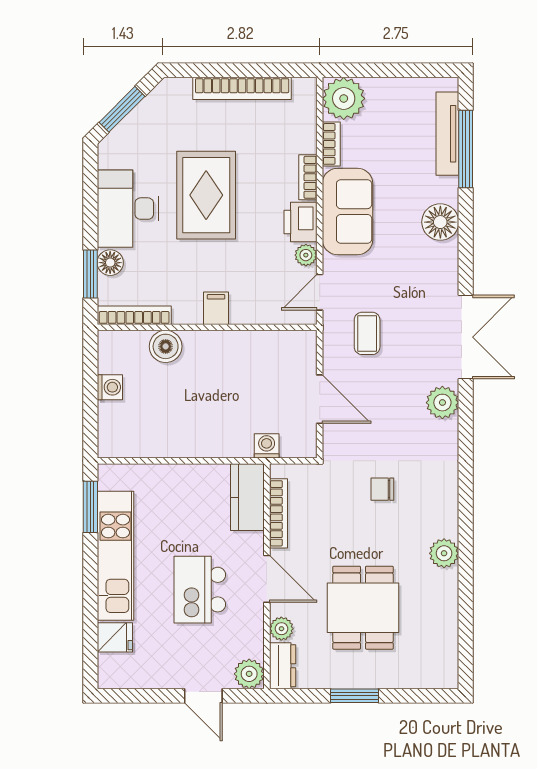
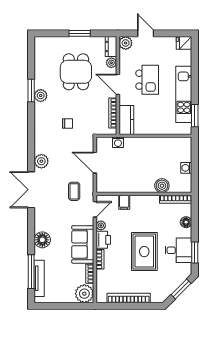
desk: (128, 209) -> (178, 250), width x0.73
window: (90, 274) -> (195, 252), moved
filing cabinet: (216, 308) -> (124, 202), moved
window: (466, 565) -> (31, 91), added
fridge: (115, 637) -> (184, 43), moved

